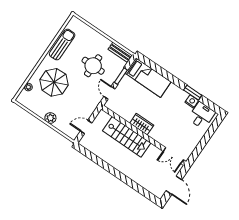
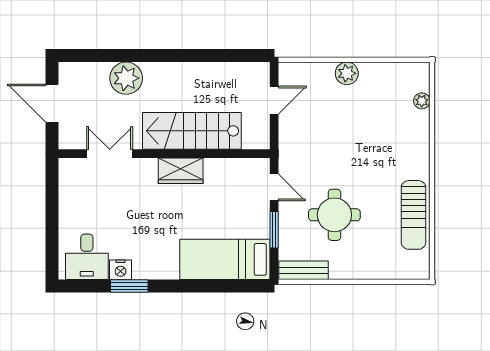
parasol: (54, 82) -> (383, 140), removed
double door: (173, 156) -> (110, 154), moved
plant: (138, 175) -> (126, 78), added

